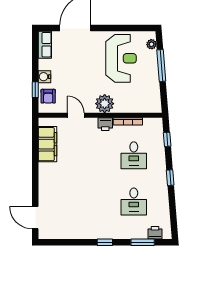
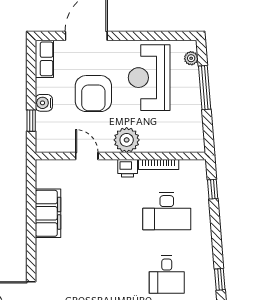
reception desk: (121, 58) -> (149, 78), turned 180
armchair: (48, 96) -> (93, 94), moved, width x1.88, depth x1.88
filing cabinet: (48, 144) -> (48, 213), moved
desk: (134, 155) -> (167, 211), width x1.37
window: (170, 178) -> (220, 279), moved

